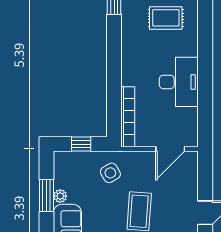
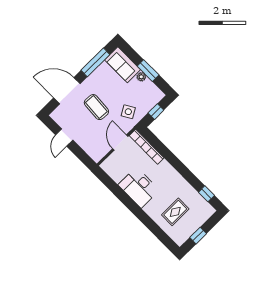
door: (170, 149) -> (120, 142), moved

